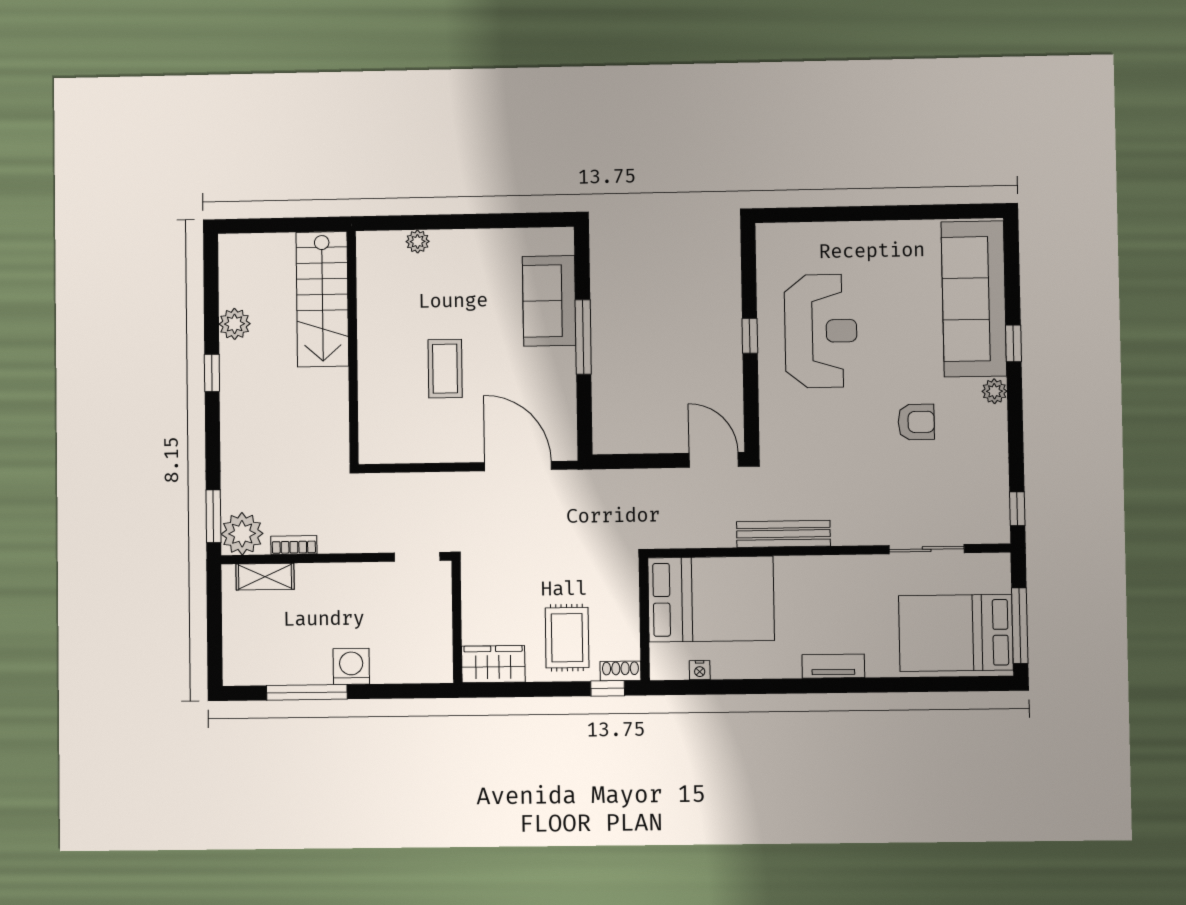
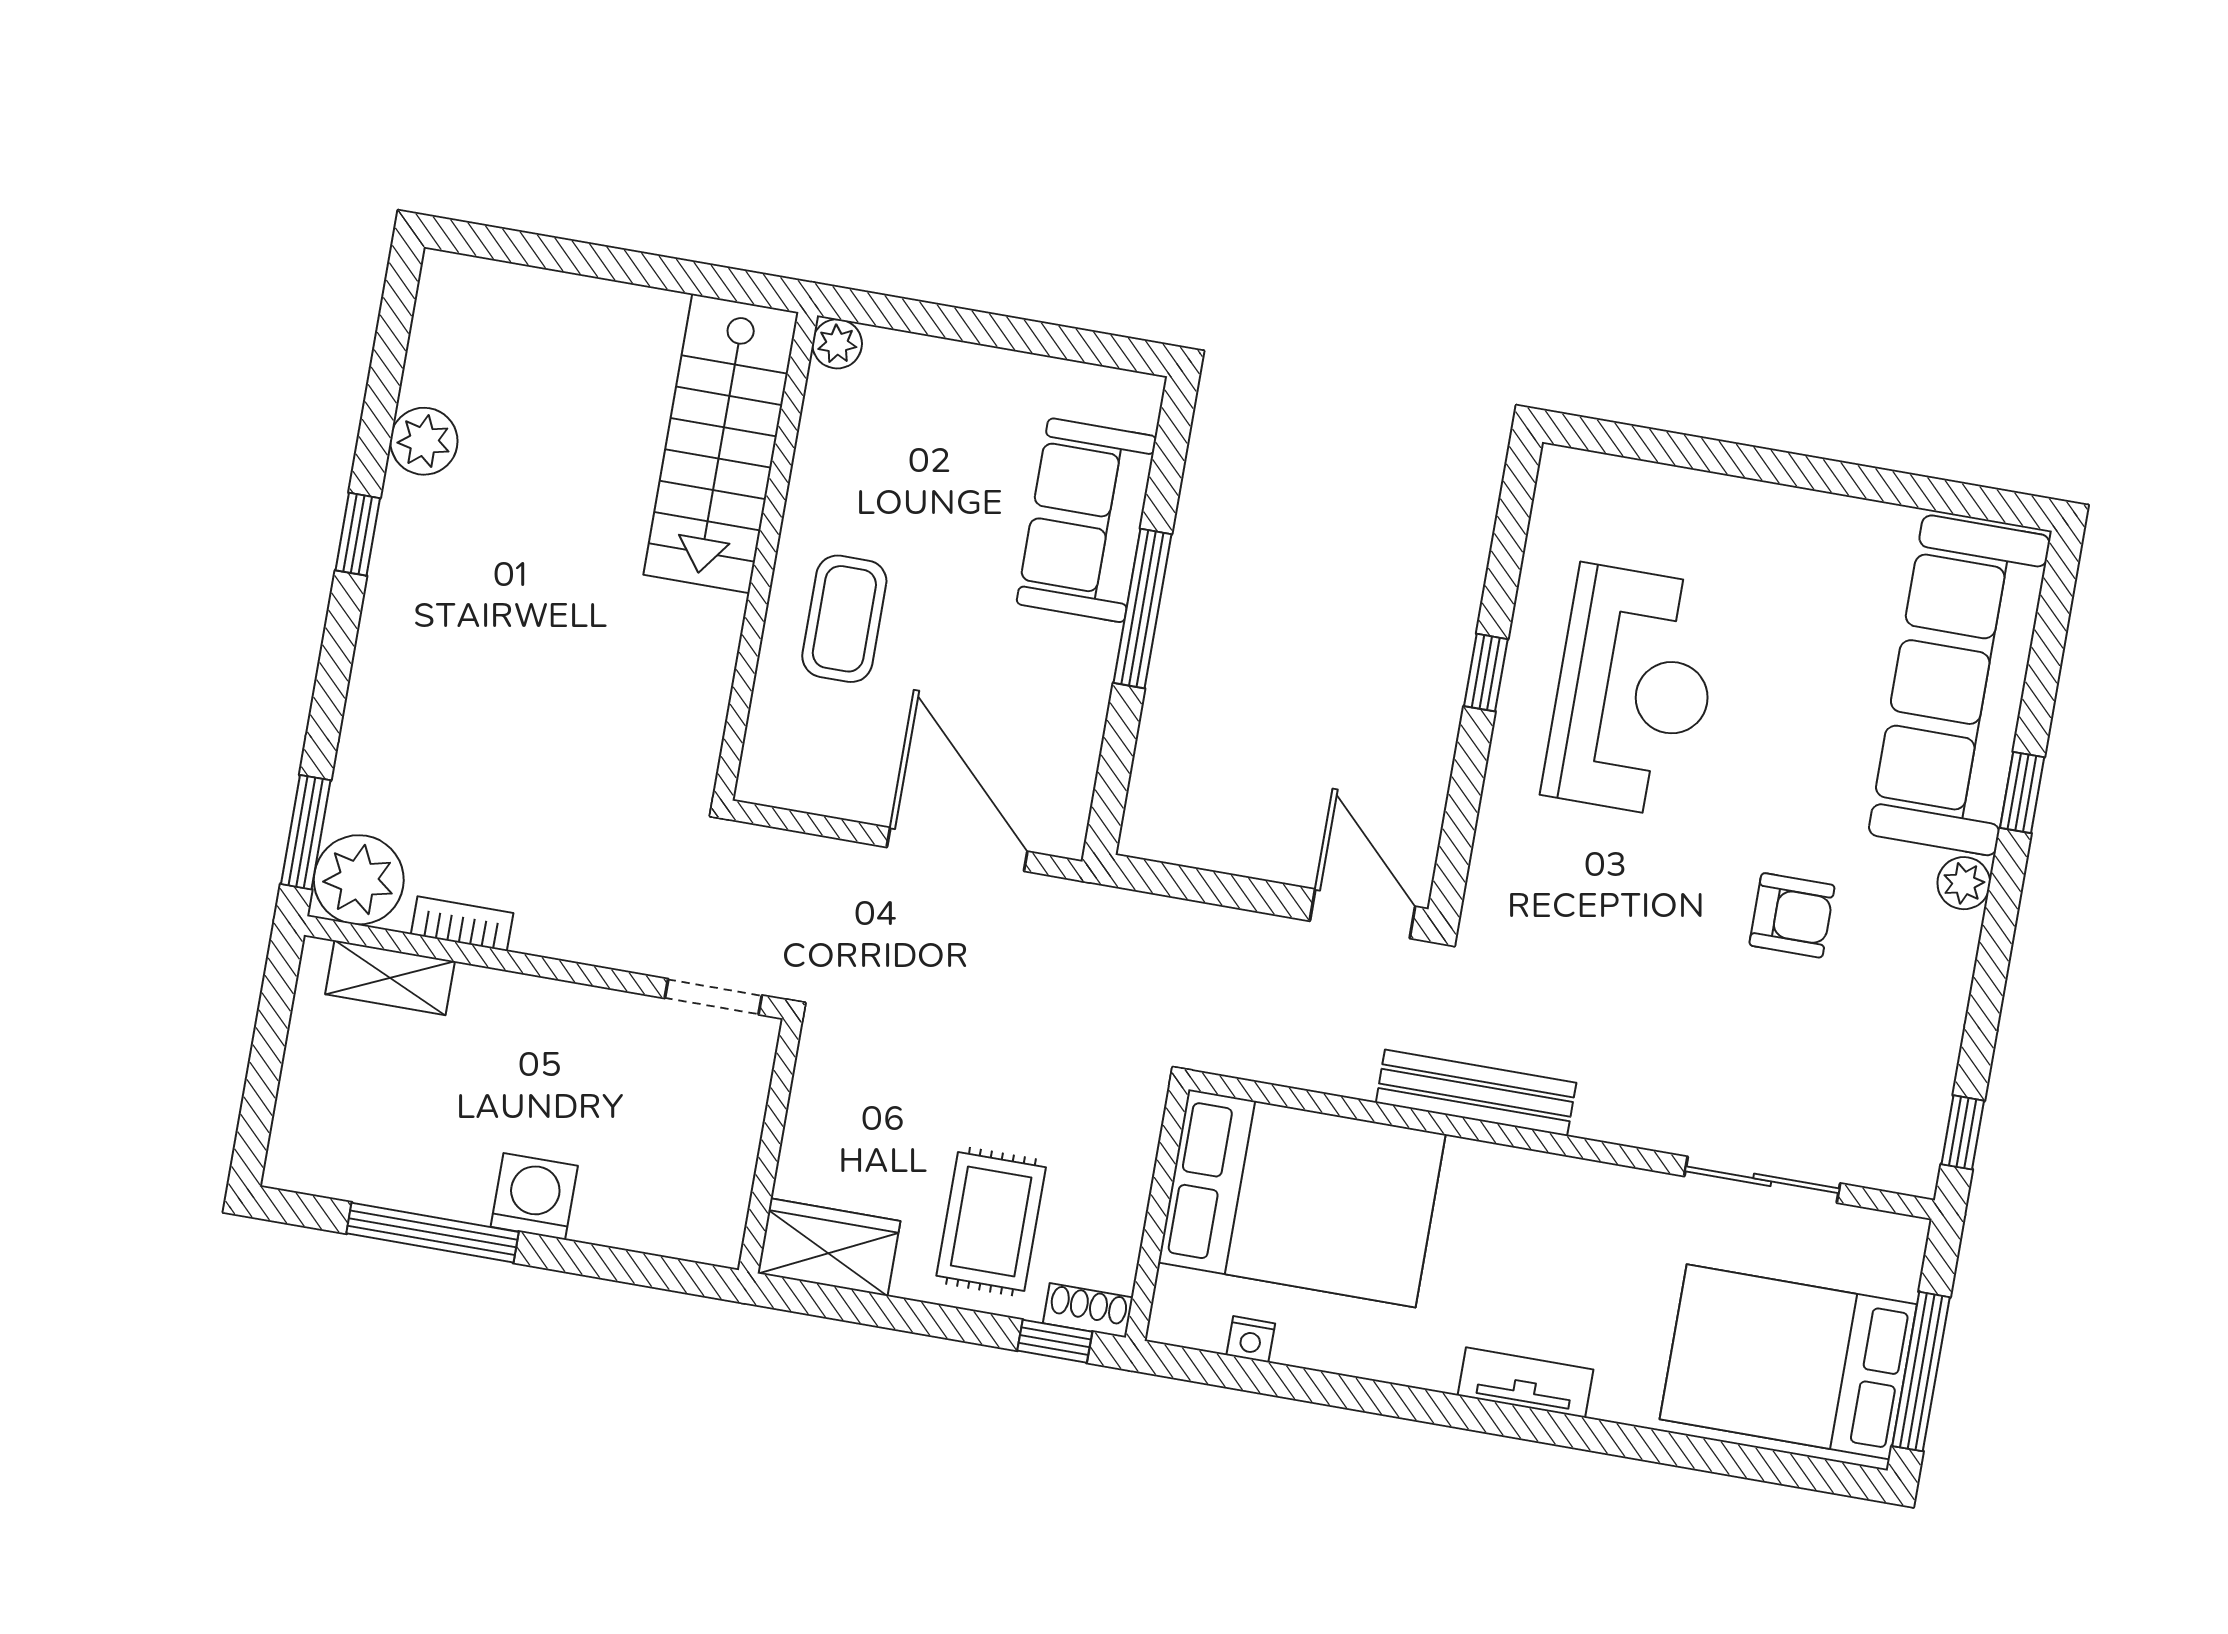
stairs: (322, 299) -> (721, 443), moved
wall: (353, 348) -> (765, 556), moved

